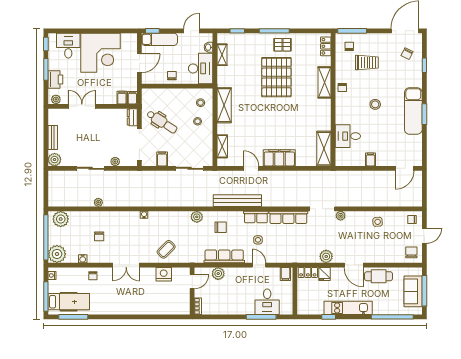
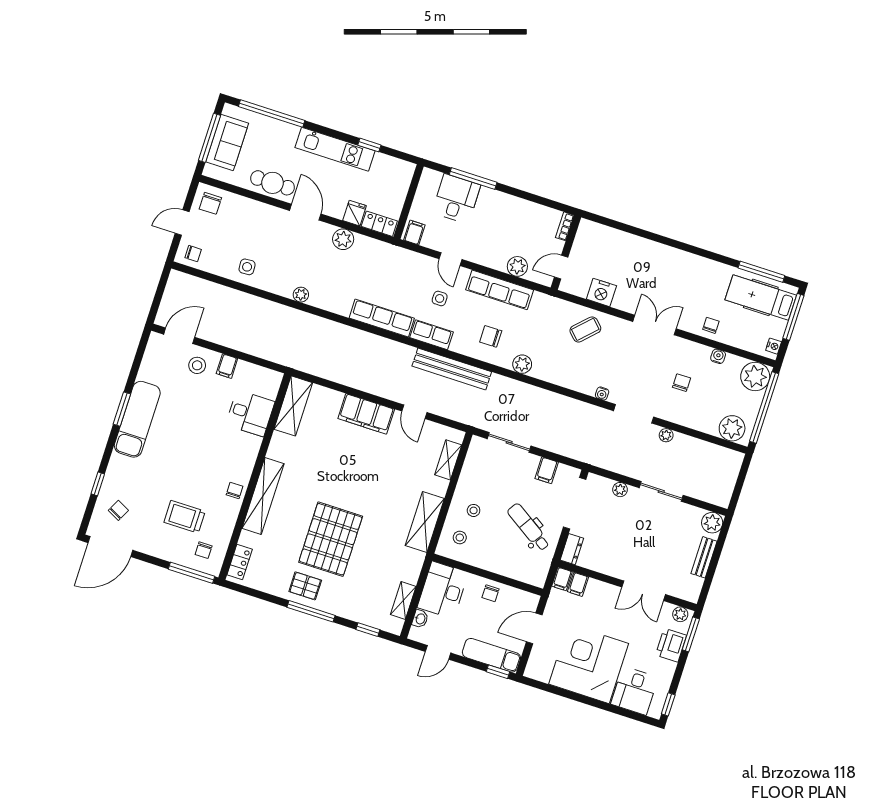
window: (46, 69) -> (691, 634), moved
shelving: (325, 82) -> (263, 496), width x1.47
stool: (375, 104) -> (197, 365), moved
doorway: (322, 209) -> (634, 414), moved

